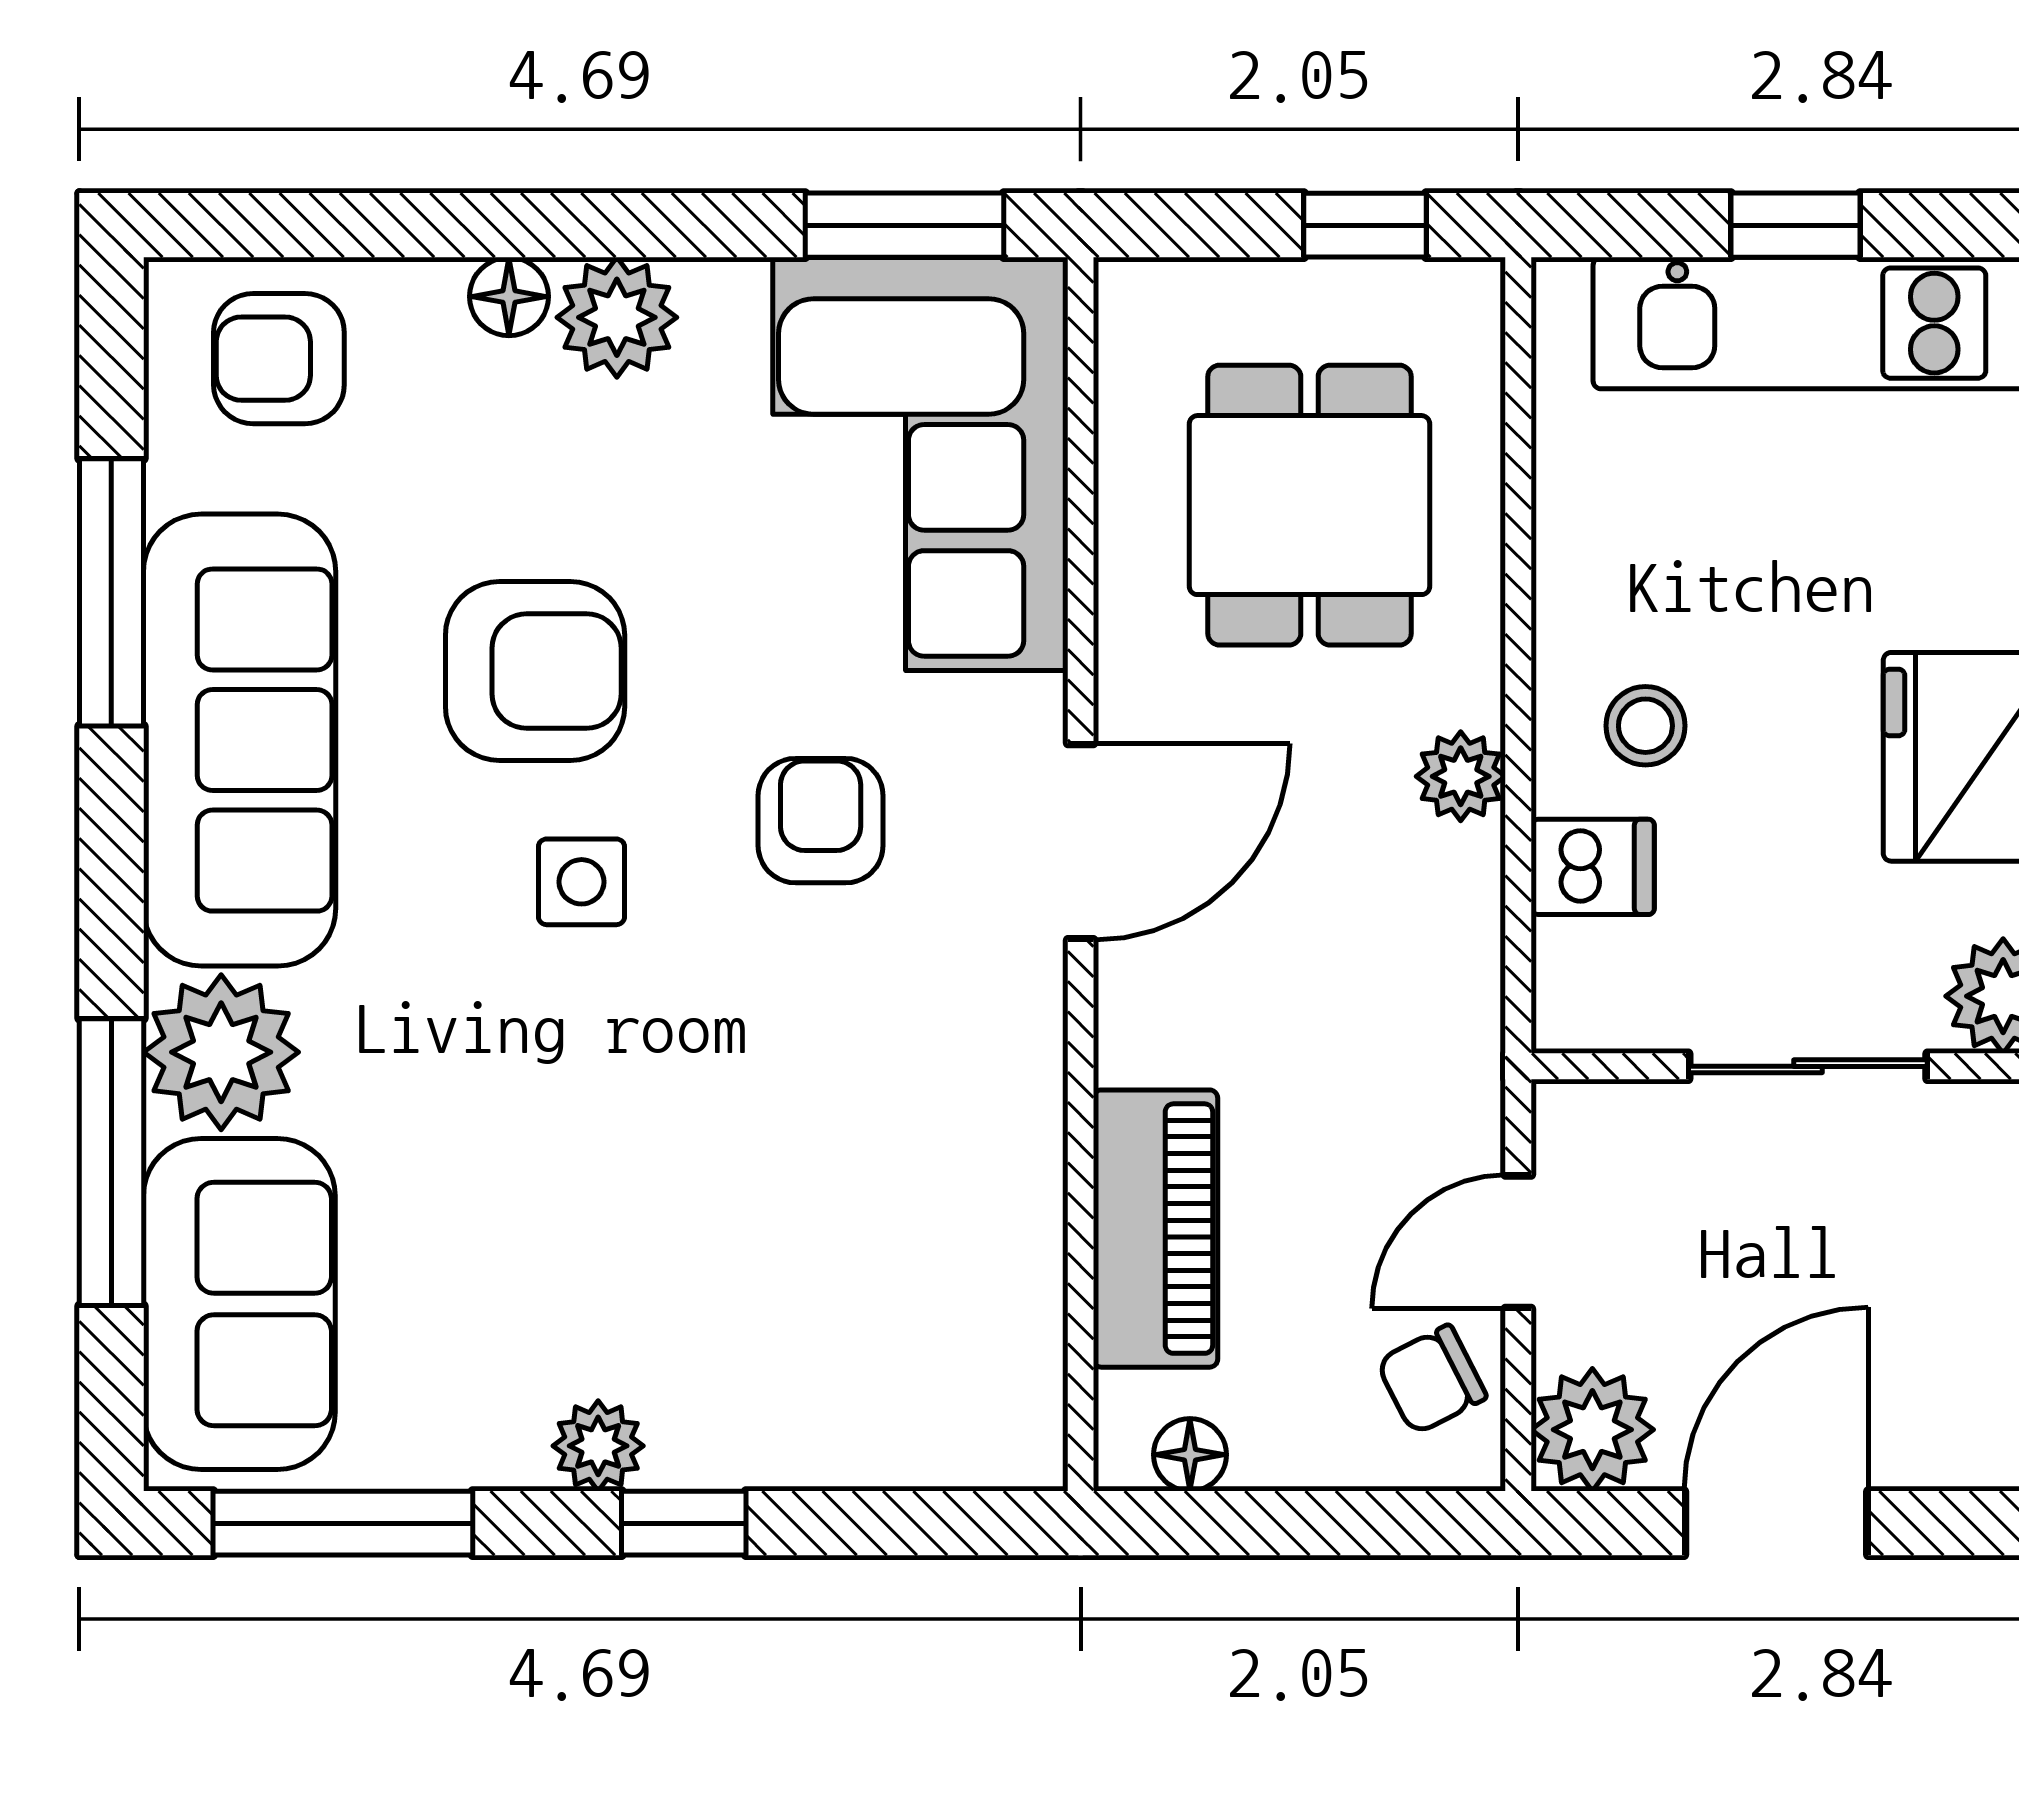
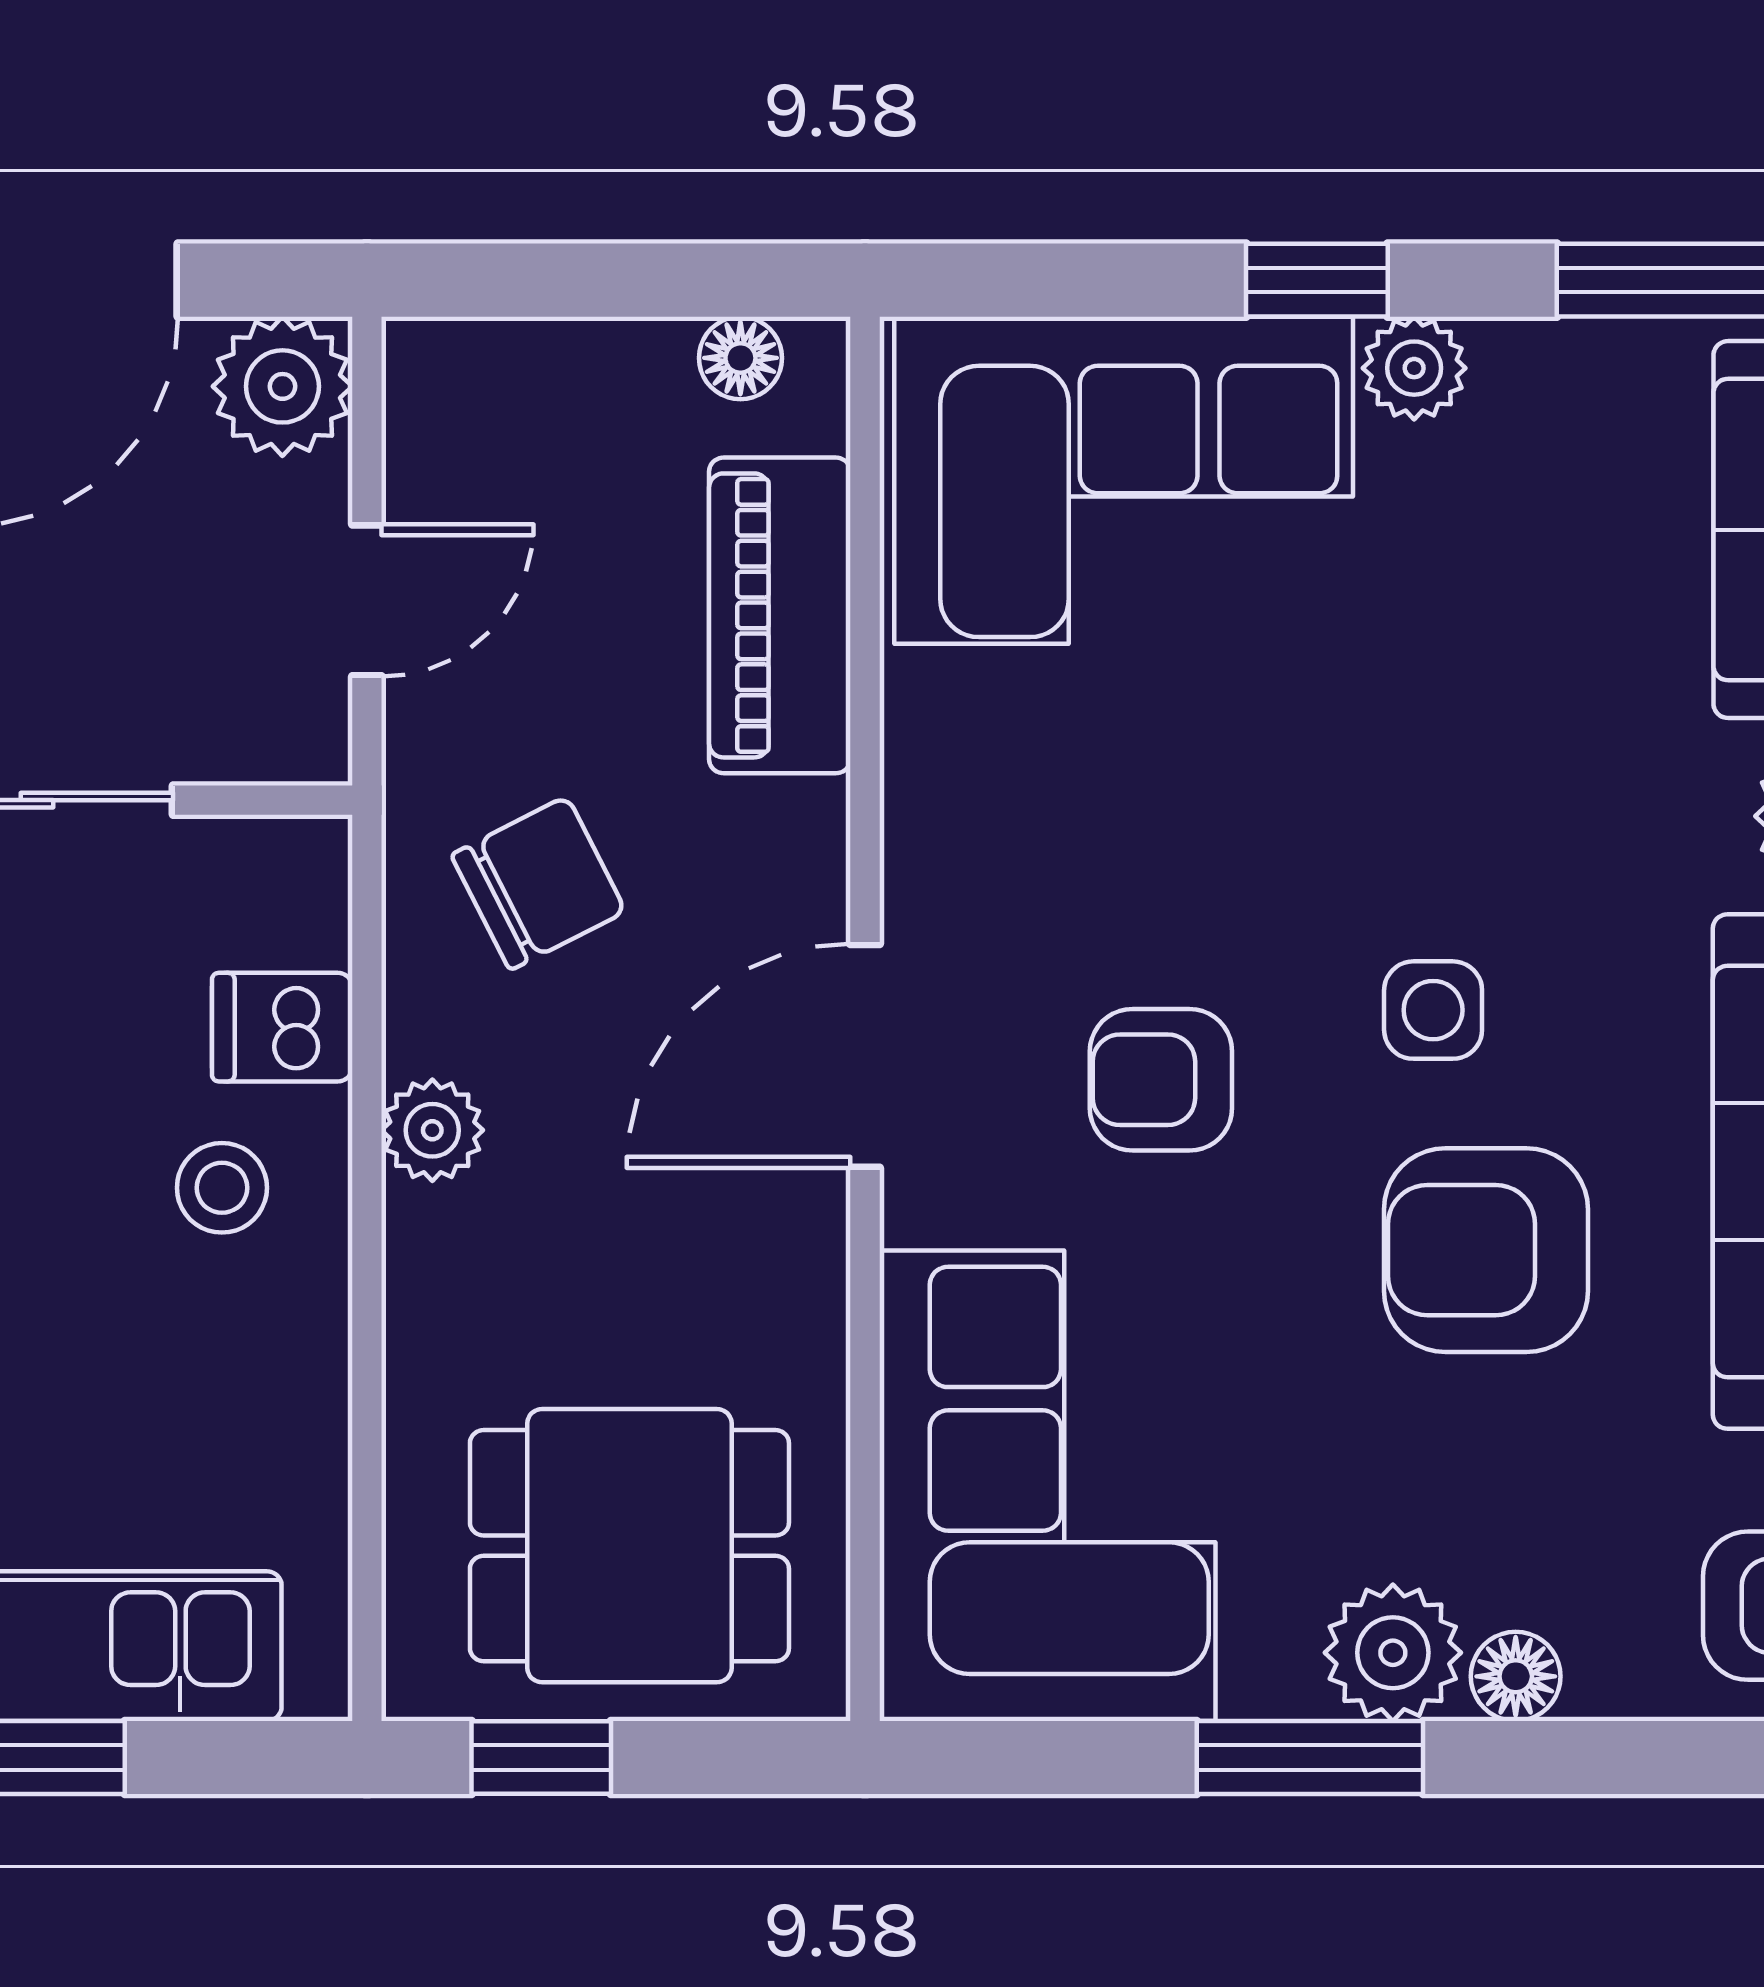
window: (905, 225) -> (1310, 1758), moved
dining table: (1309, 505) -> (629, 1546), moved, turned 90
armchair: (821, 821) -> (1161, 1080), turned 90
corner sofa: (853, 1347) -> (1124, 480), added
chair: (1432, 1380) -> (538, 883), moved, width x1.37, depth x1.37

